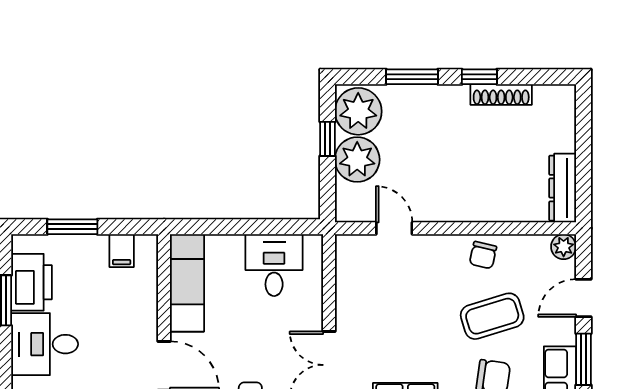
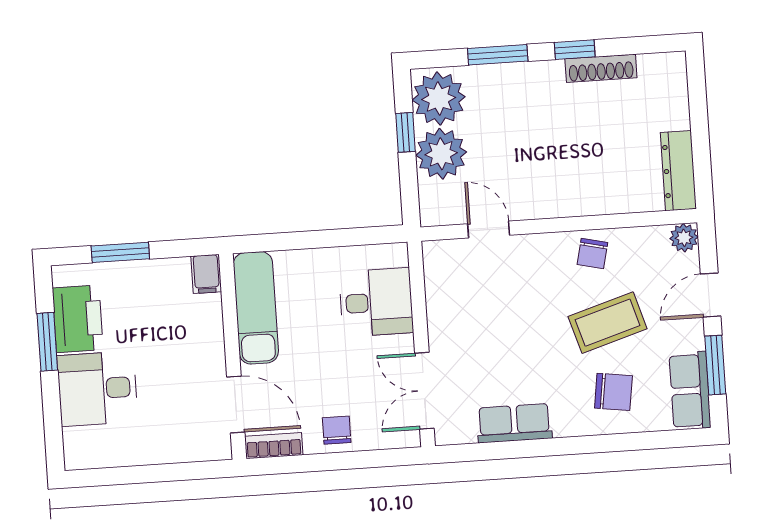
filing cabinet: (122, 251) -> (206, 274), moved
desk: (274, 265) -> (376, 302), moved, turned 90

